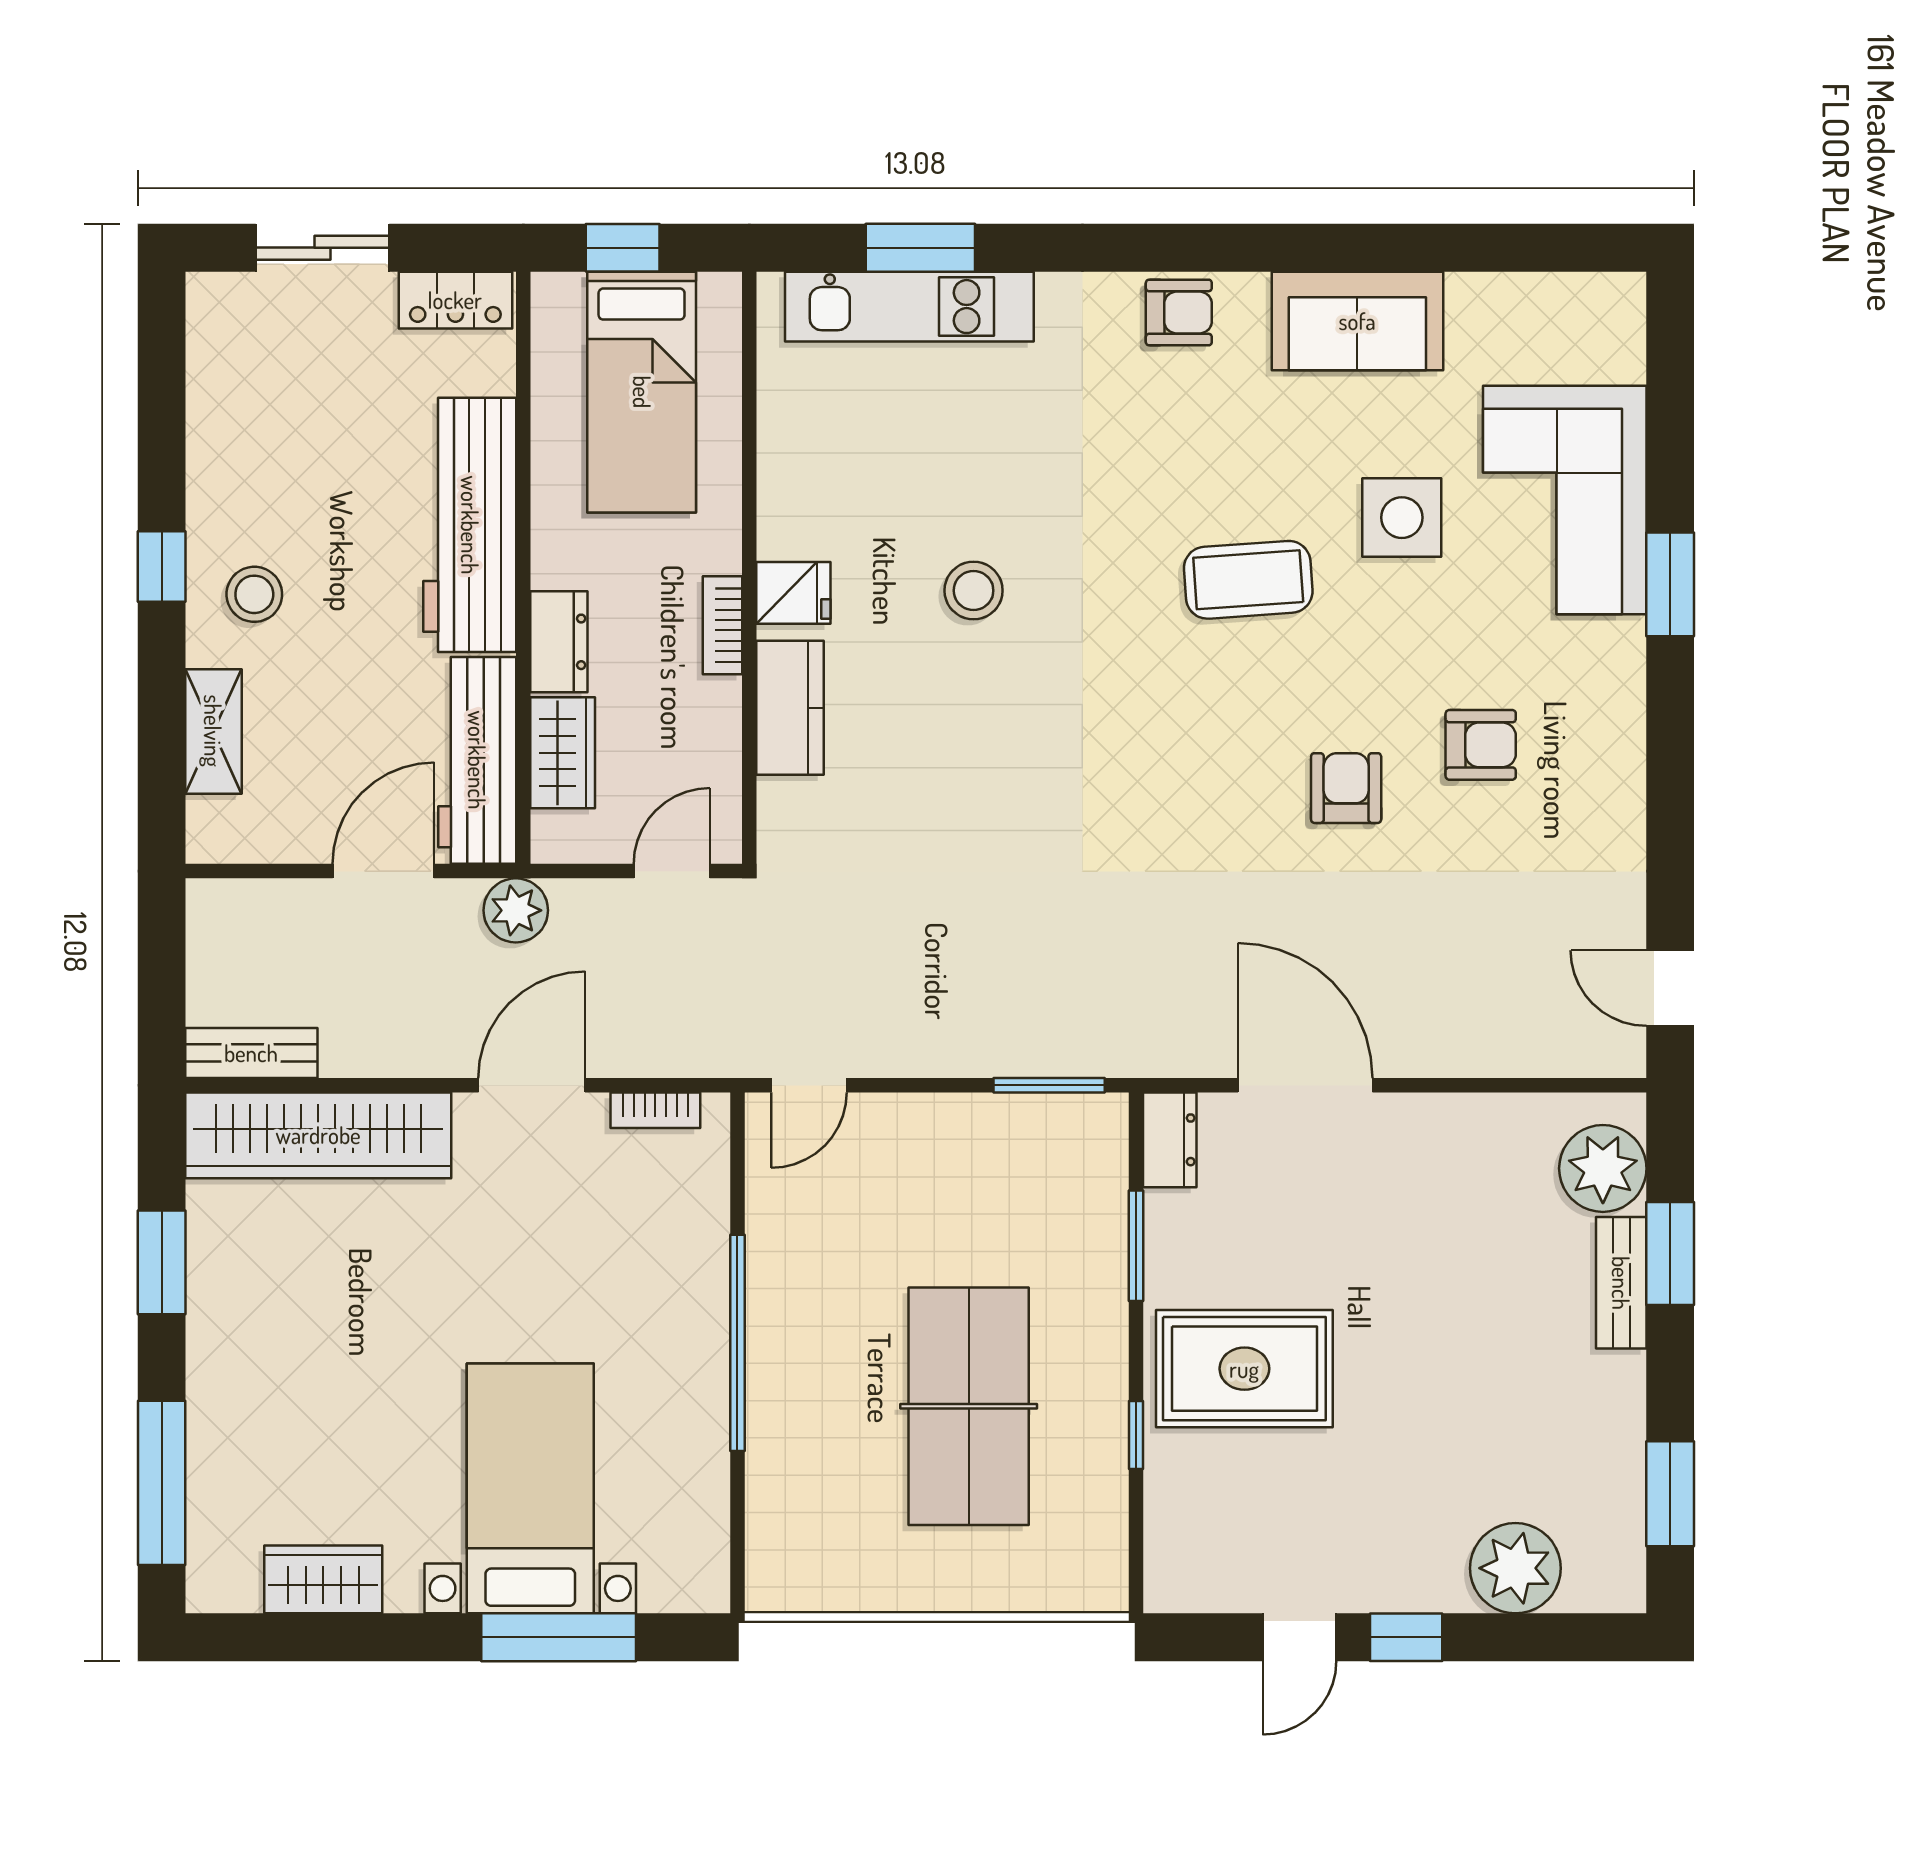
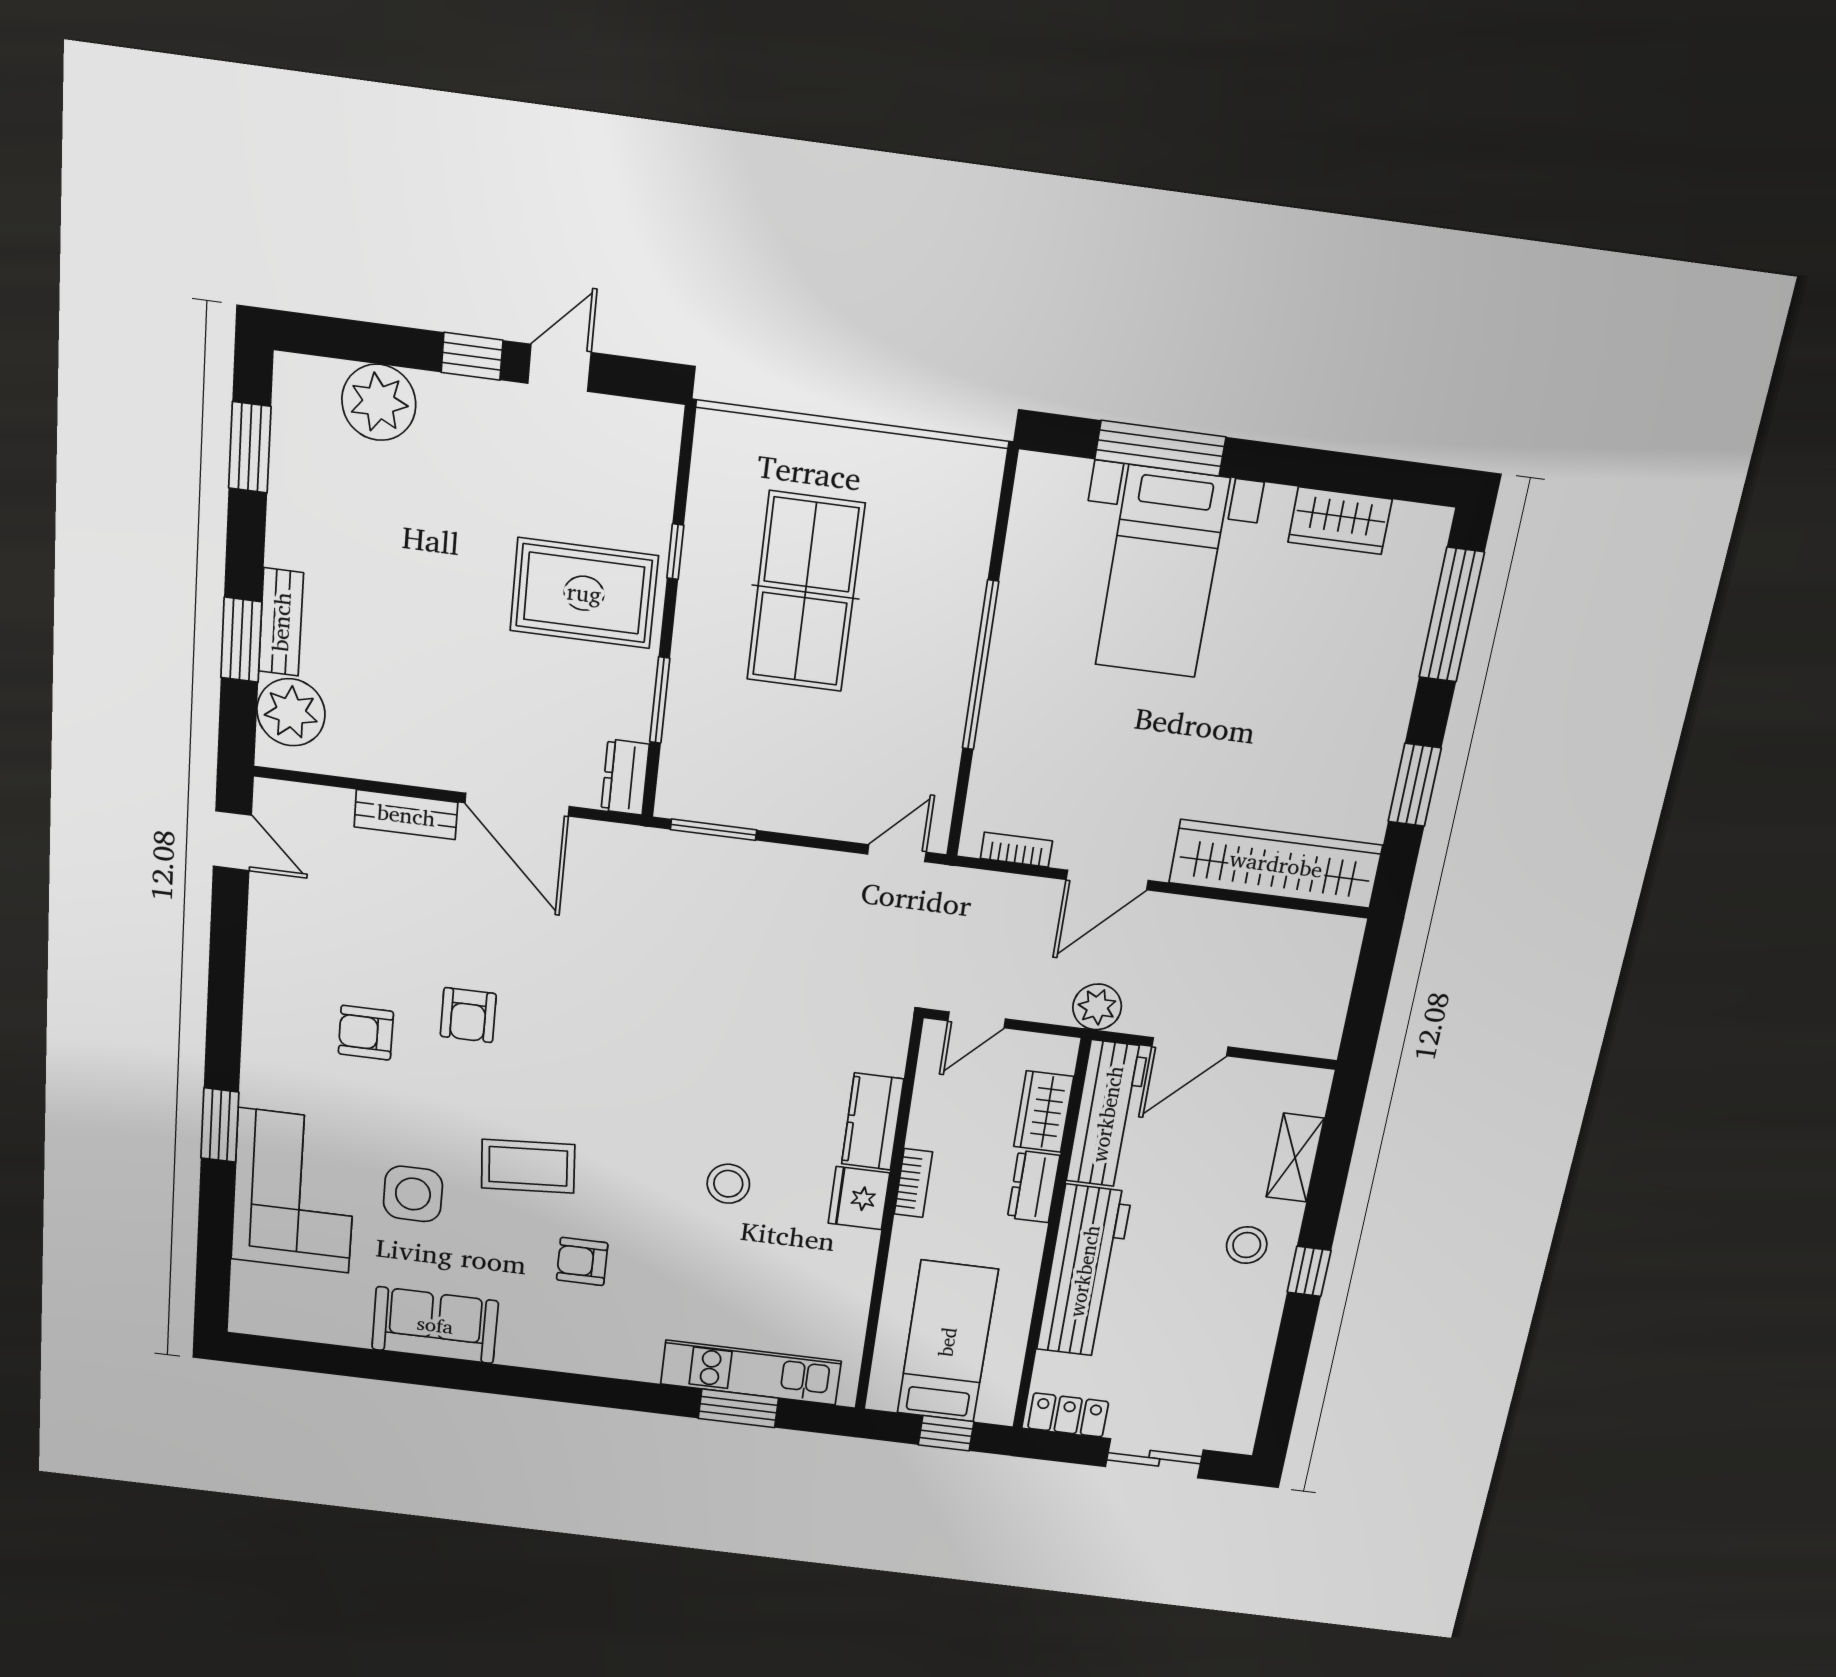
armchair: (1179, 313) -> (582, 1261), moved
fridge: (793, 593) -> (859, 1198), width x1.38
bench: (251, 1053) -> (406, 815), moved

